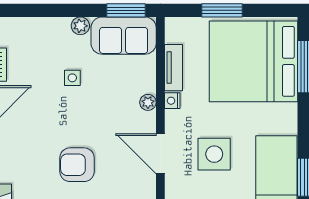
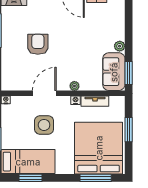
side table: (72, 78) -> (89, 41), removed

